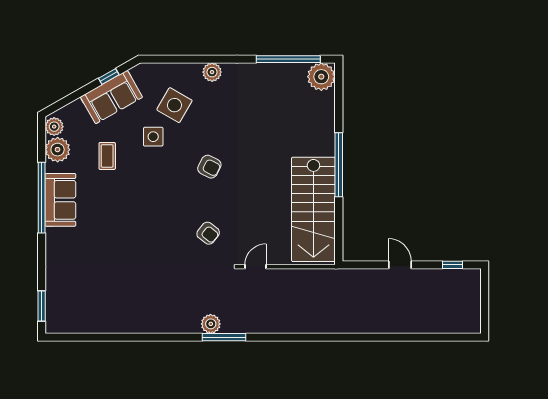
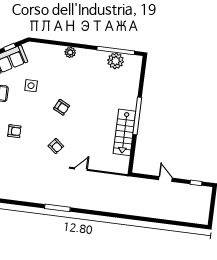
plant: (321, 77) -> (116, 61), moved
side table: (174, 105) -> (46, 69), removed
stairs: (313, 209) -> (124, 132), width x0.73, depth x0.66
armchair: (135, 217) -> (14, 131), added
plant: (211, 324) -> (51, 199), removed

